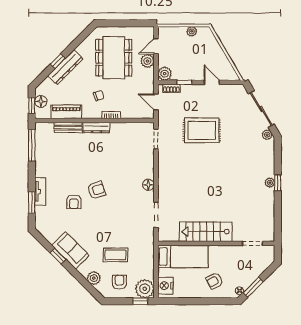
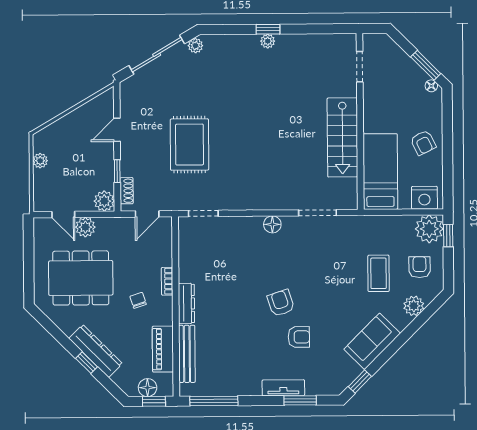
bench: (68, 128) -> (187, 354), width x1.36
window: (58, 256) -> (360, 381), moved
armchair: (215, 281) -> (423, 143), moved
armchair: (119, 282) -> (419, 267), turned 90

